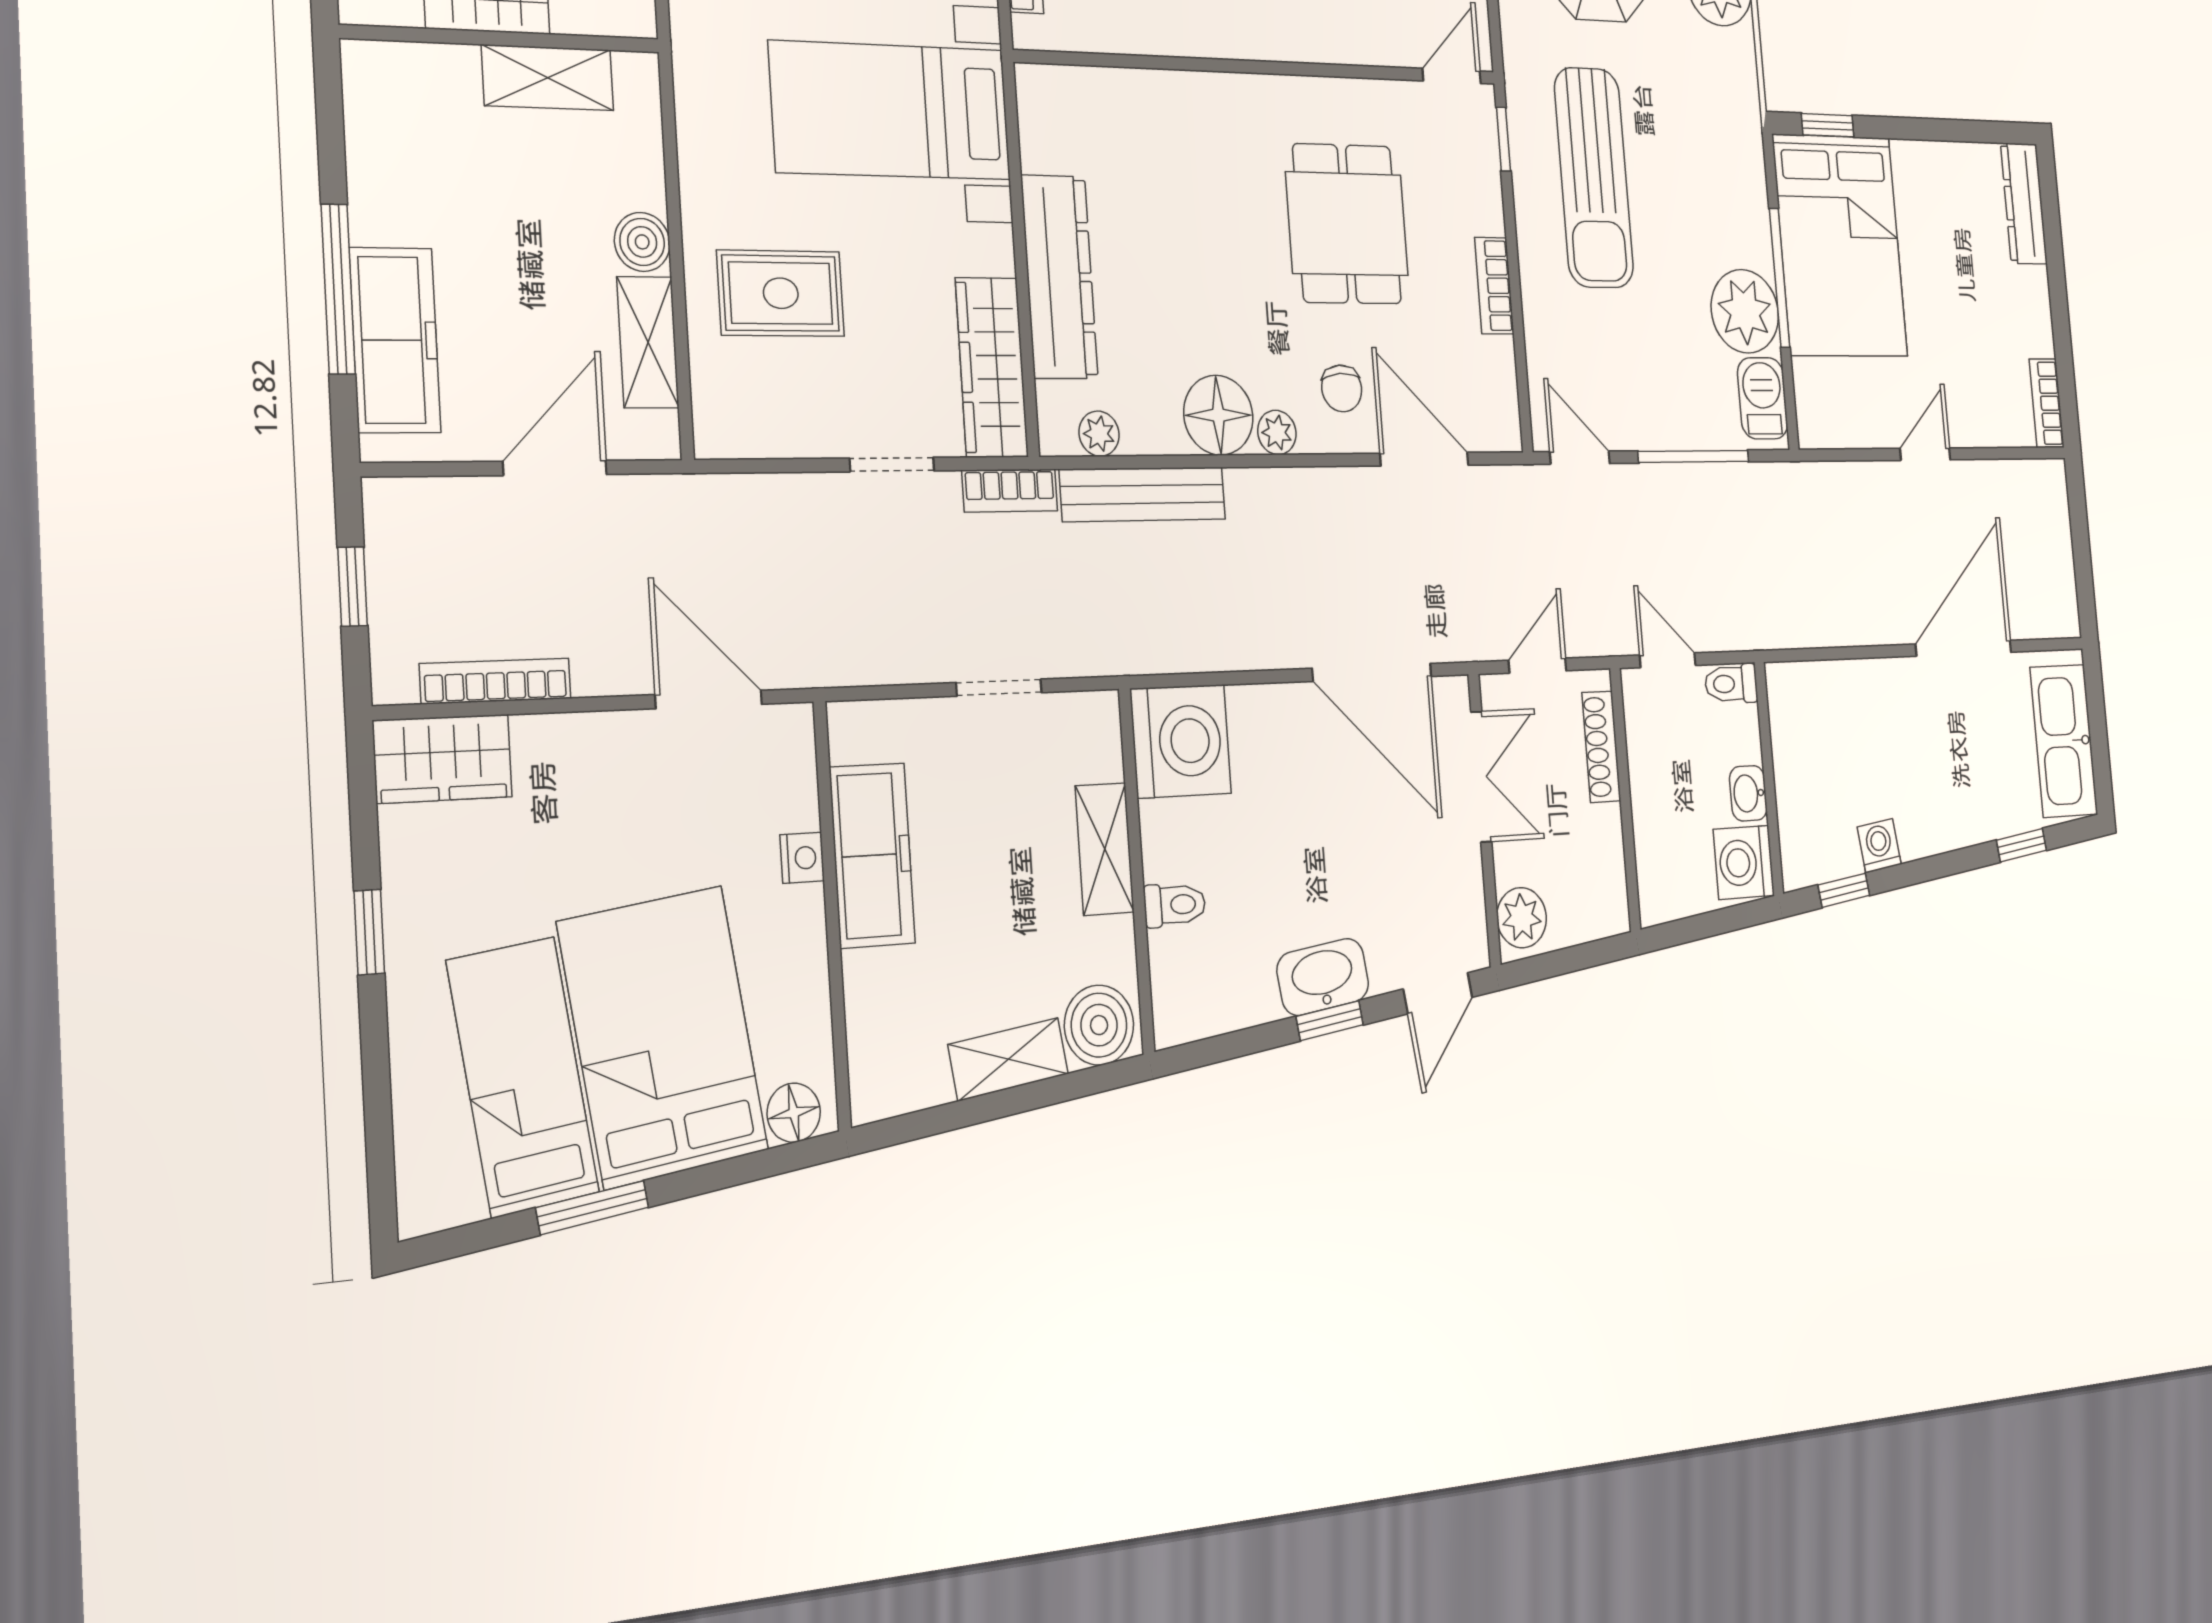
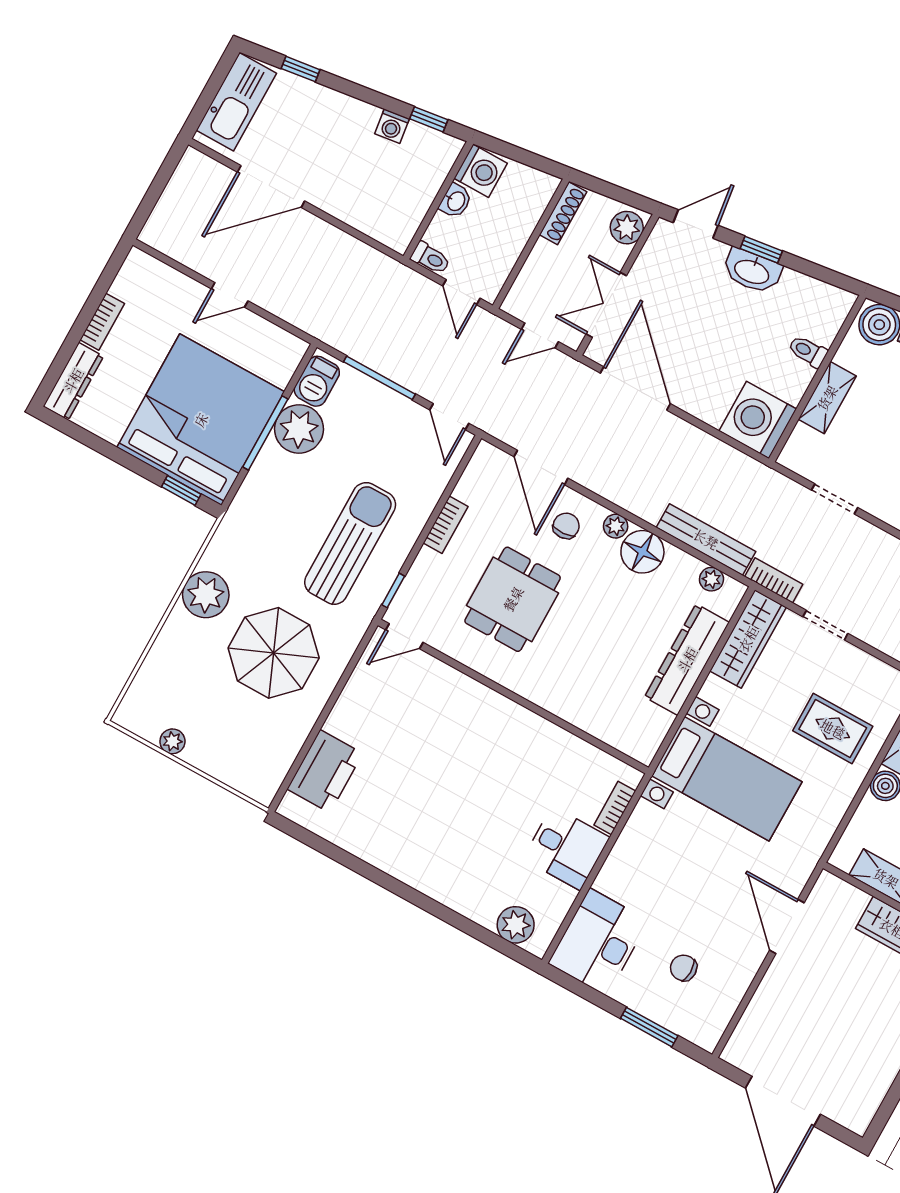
bed: (1840, 246) -> (201, 420), width x1.36
bookcase: (2047, 403) -> (102, 322), moved
shoe rack: (1601, 747) -> (563, 213), moved

